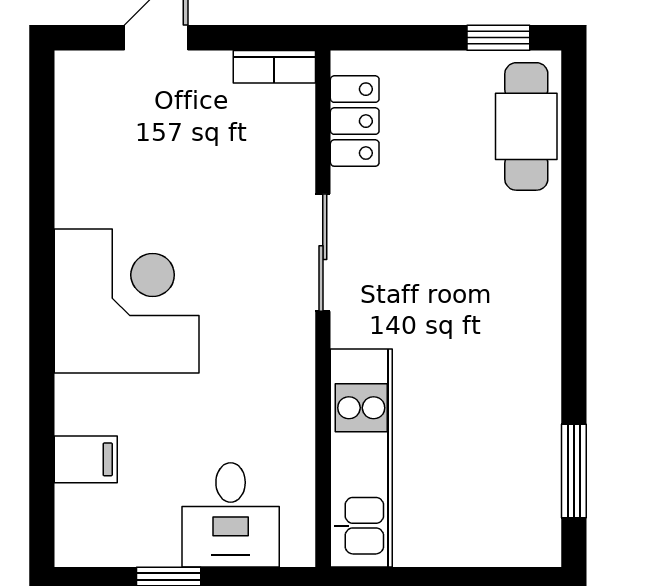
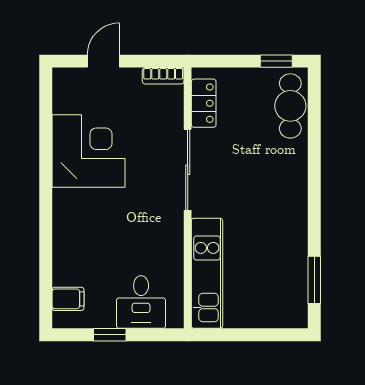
sliding door: (323, 253) -> (188, 170), width x1.37
corner desk: (127, 301) -> (89, 151), moved
filing cabinet: (86, 459) -> (68, 299), moved

